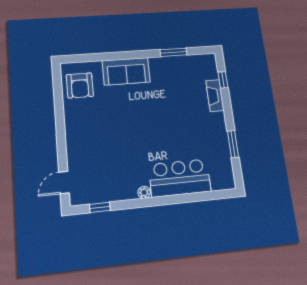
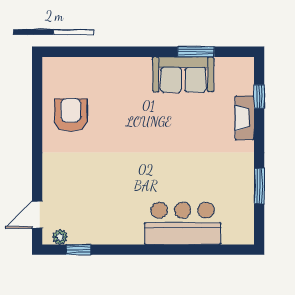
sofa: (126, 71) -> (183, 74), moved
armchair: (80, 85) -> (71, 115), moved, turned 180
plant: (144, 192) -> (60, 237), moved

